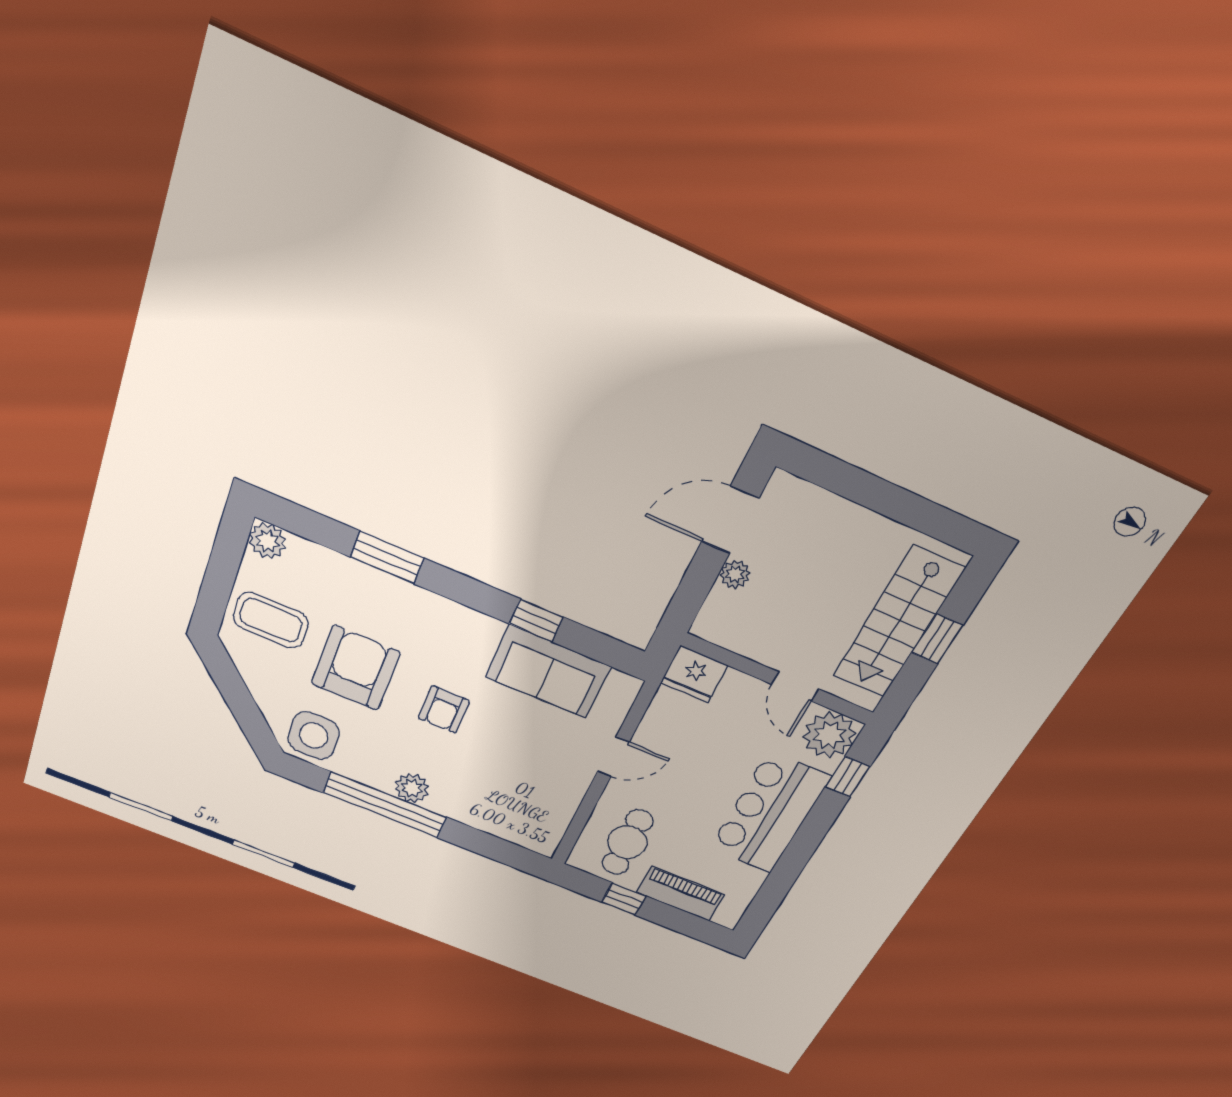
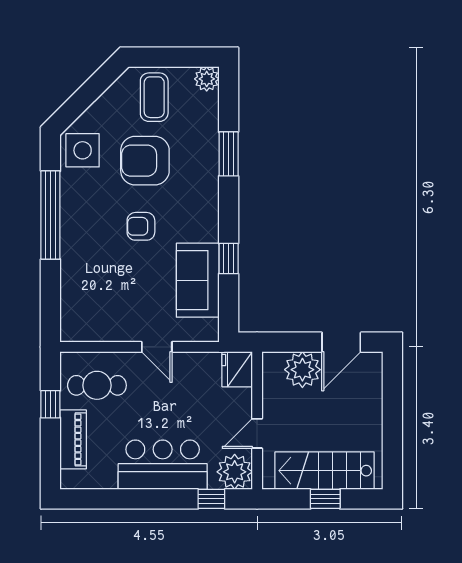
door: (730, 520) -> (341, 342), swing flipped
plant: (735, 574) -> (302, 370), width x1.88, depth x1.88
armchair: (356, 668) -> (145, 161), turned 180
plant: (412, 788) -> (72, 228), removed

